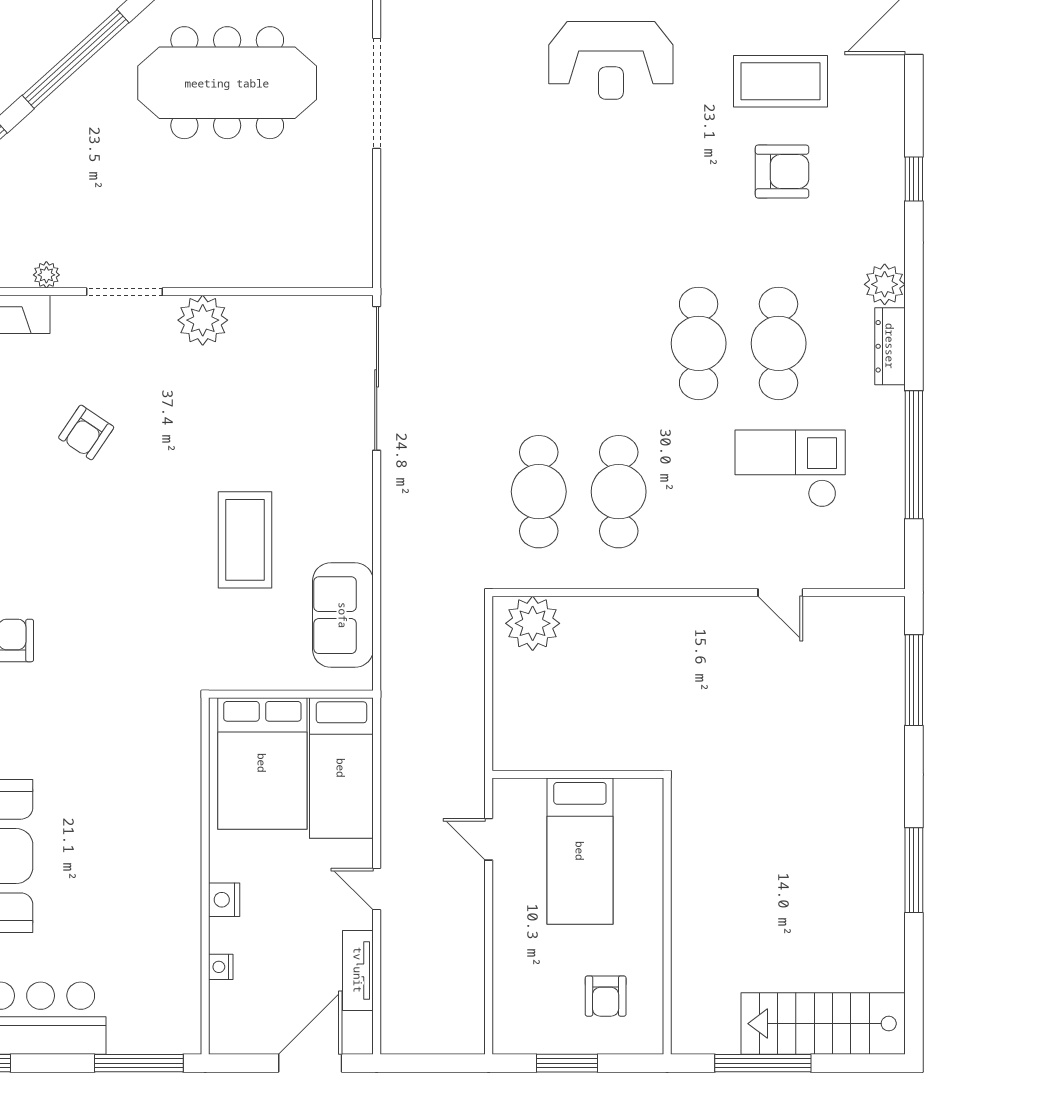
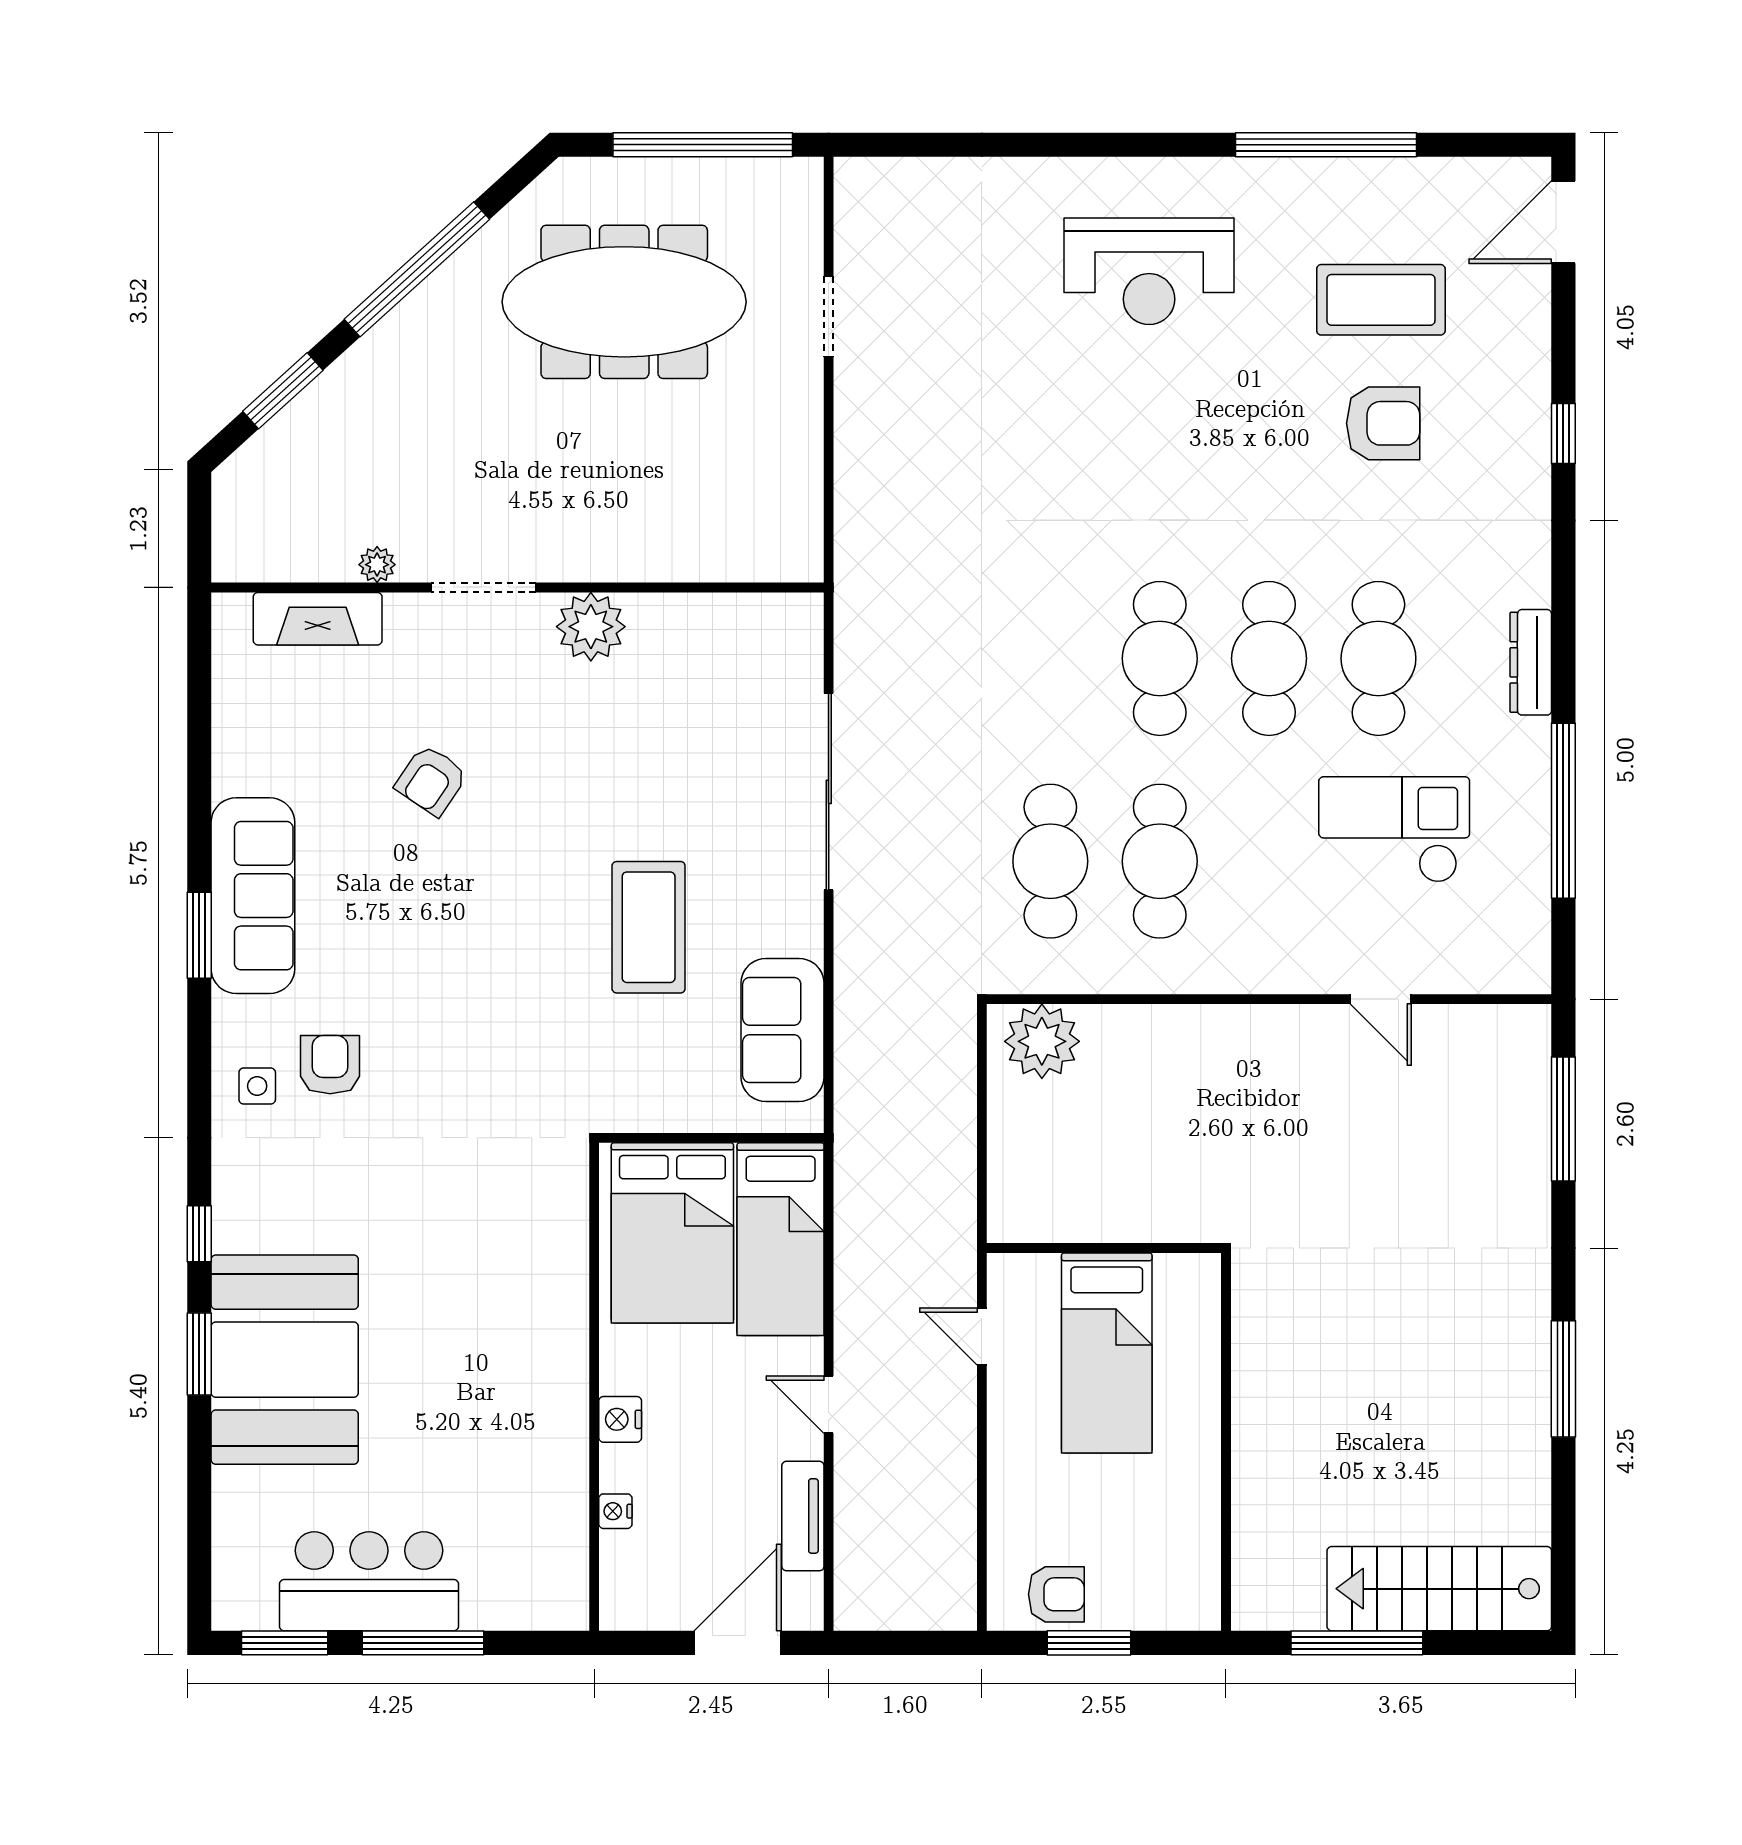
doorway: (377, 93) -> (829, 316), width x0.53
plant: (885, 284) -> (1523, 578), removed
cafe table: (619, 343) -> (1160, 658), added
sliding door: (377, 378) -> (829, 792), moved
armchair: (606, 996) -> (1056, 1594), moved, turned -90
window: (139, 1063) -> (423, 1643), moved

